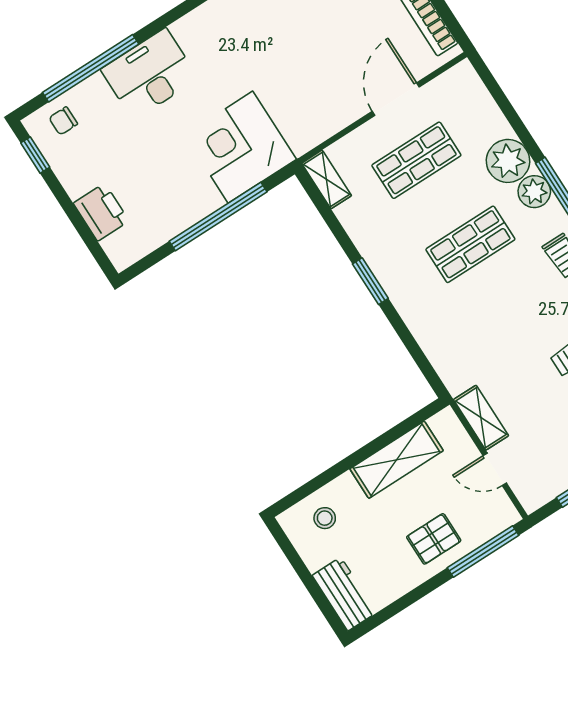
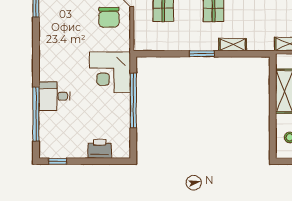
desk: (150, 74) -> (54, 96), width x0.73
chair: (63, 121) -> (109, 17), moved, width x1.87, depth x1.87
shelving: (327, 179) -> (233, 45), moved

